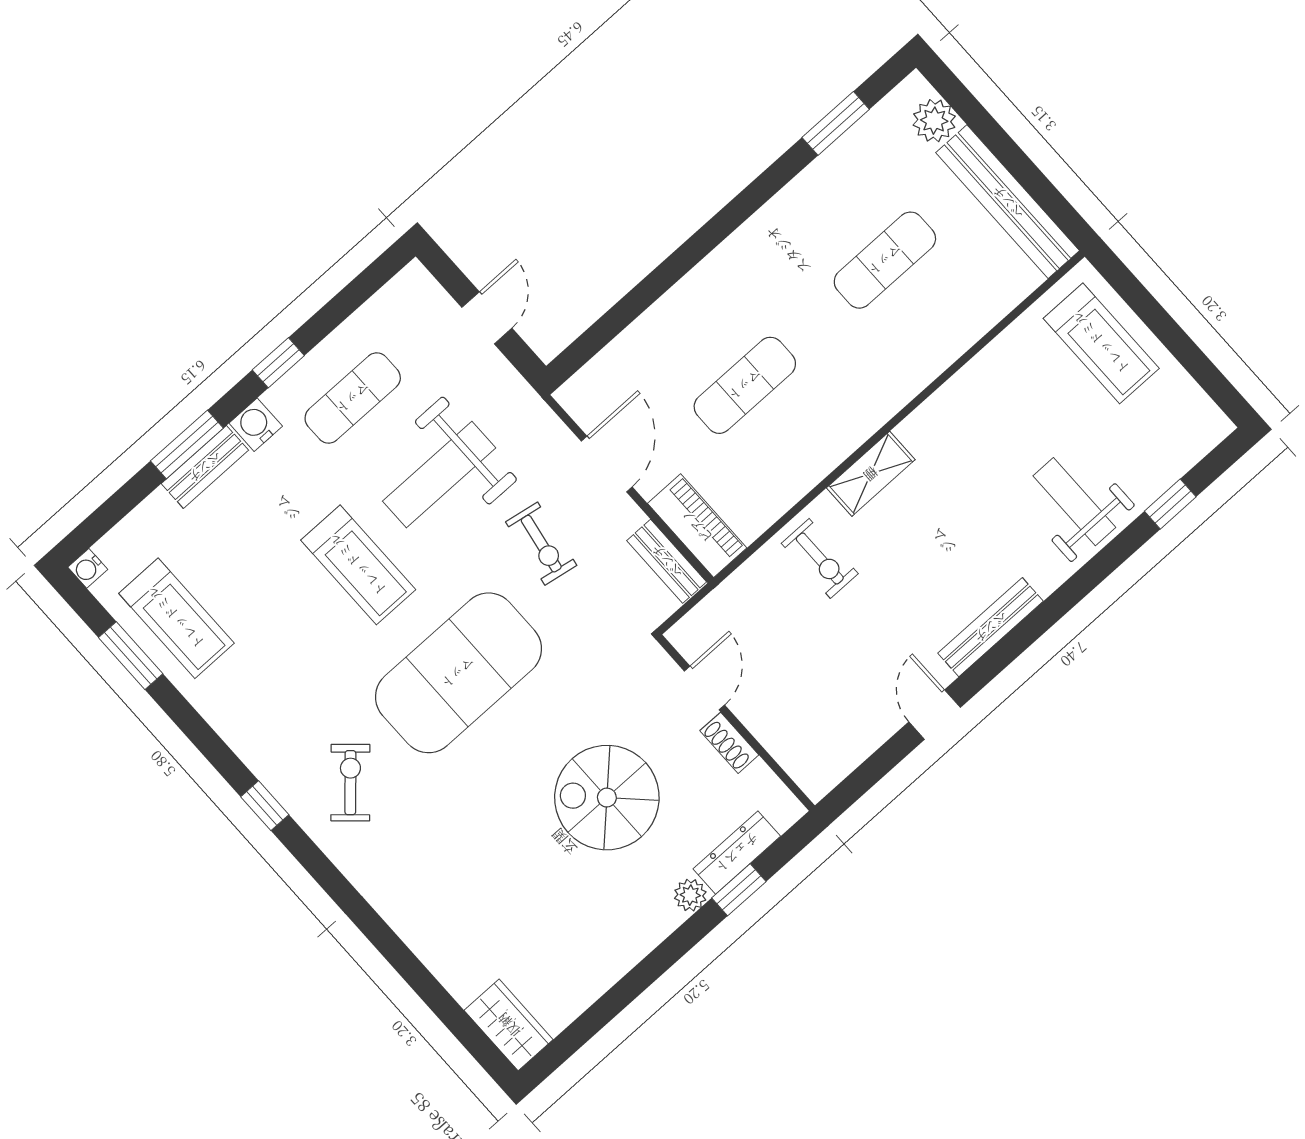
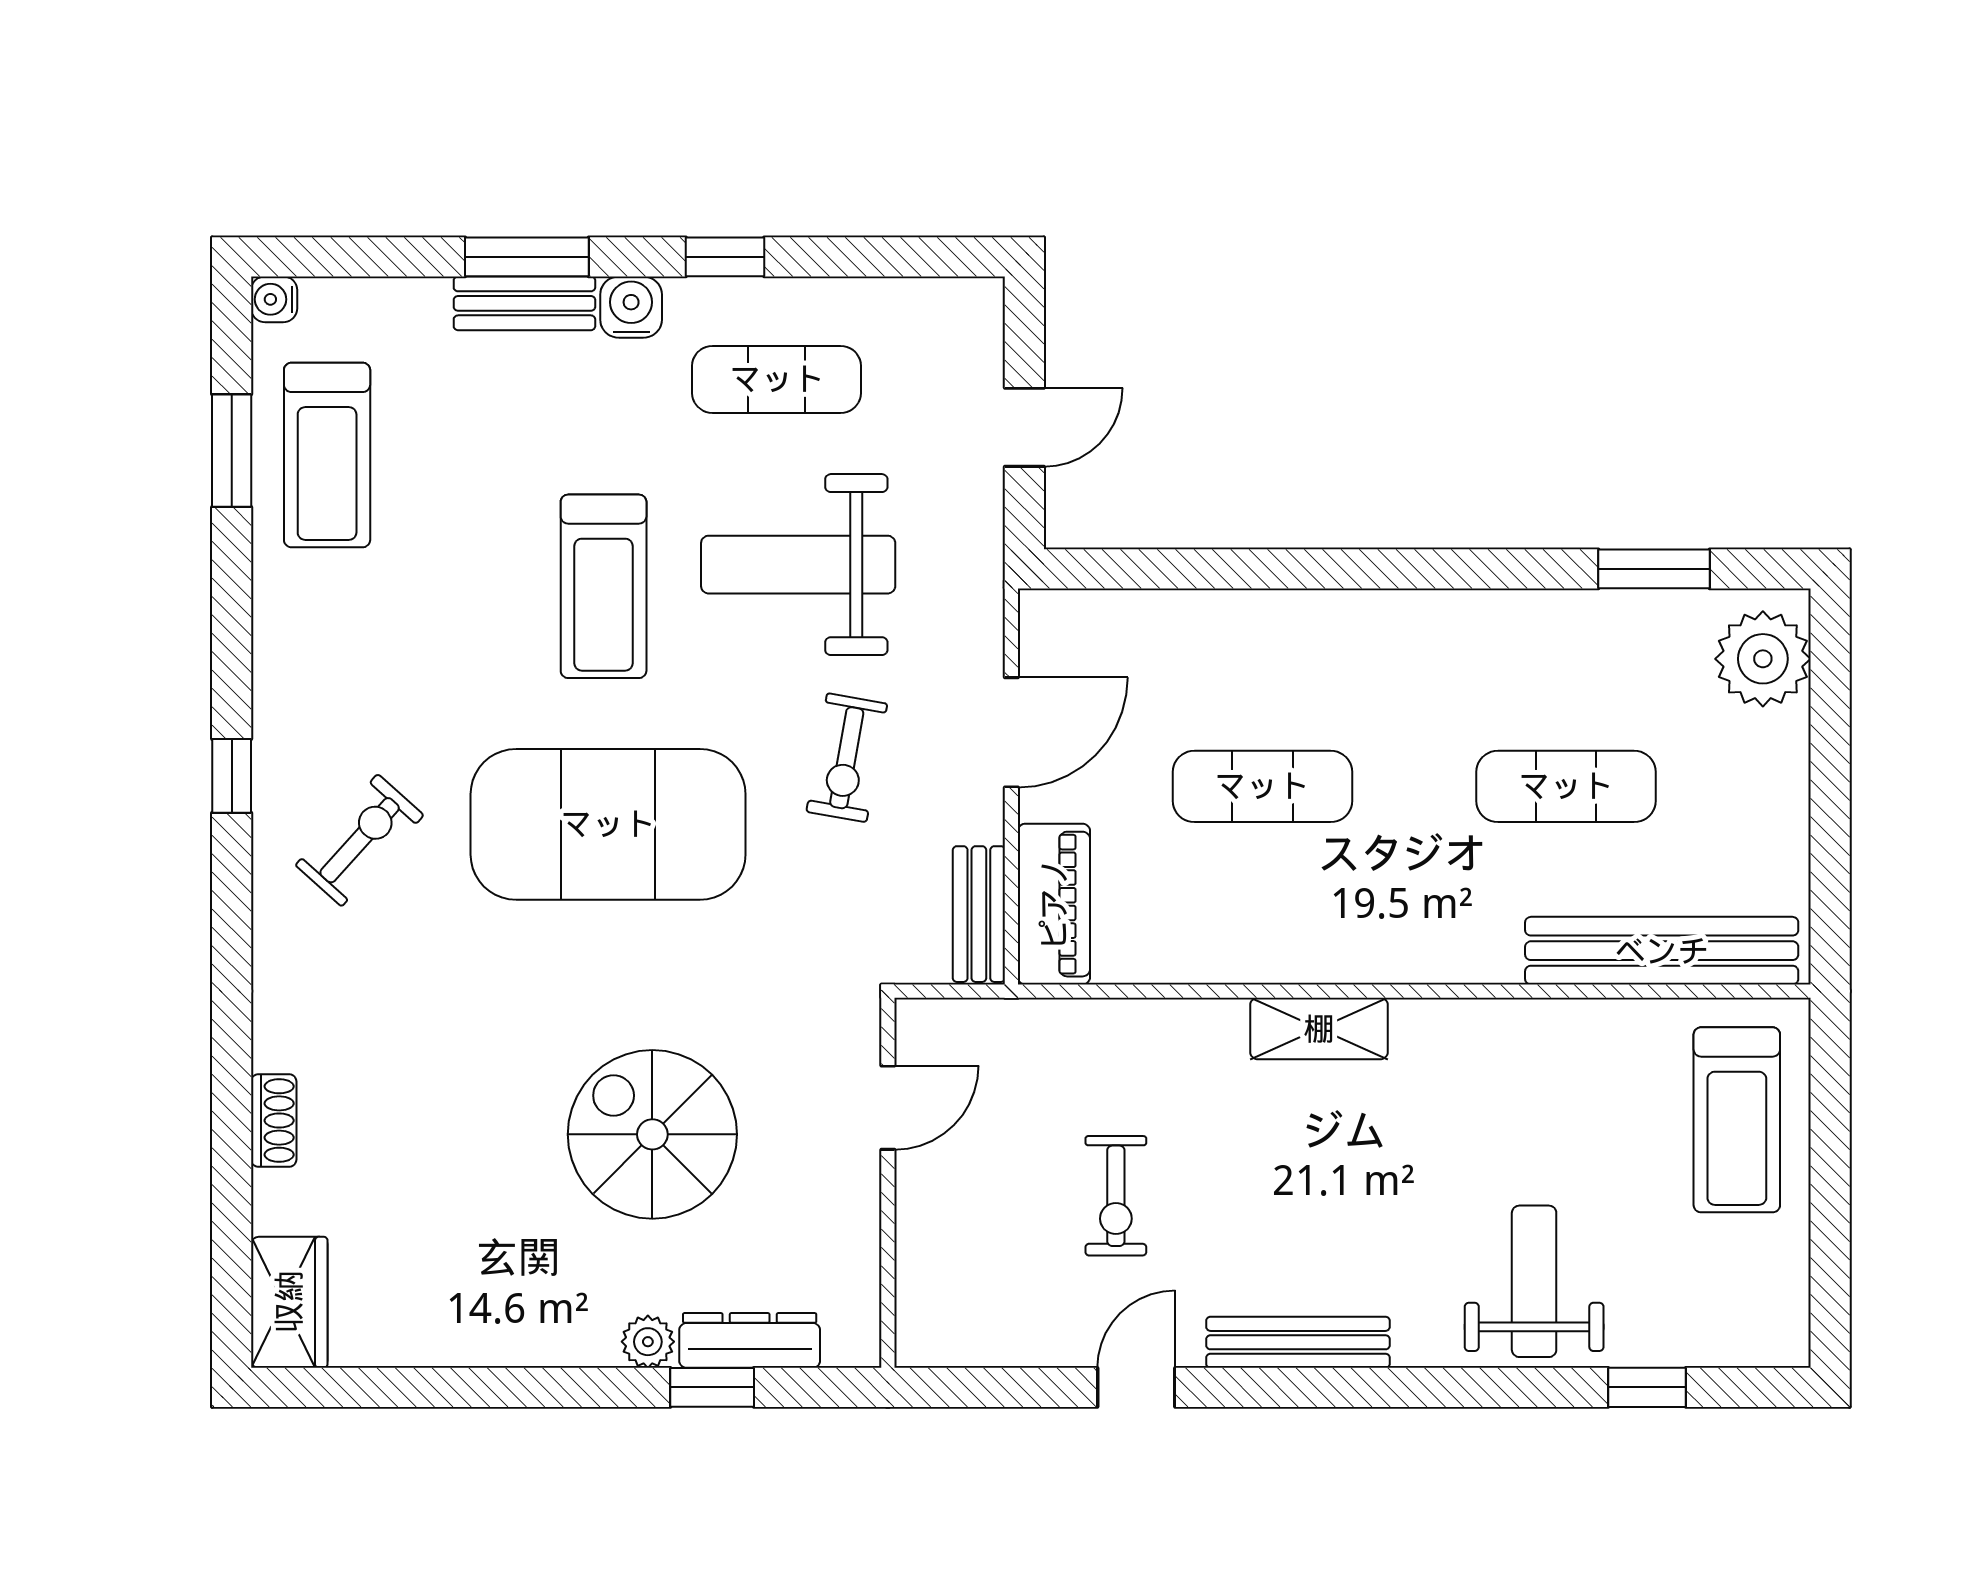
plant: (934, 121) -> (1763, 659), width x1.36, depth x1.36
bench: (1008, 202) -> (1662, 951), moved, turned 90
exercise bike: (820, 558) -> (1116, 1196), moved
shoe rack: (729, 743) -> (274, 1120), moved, turned 180

